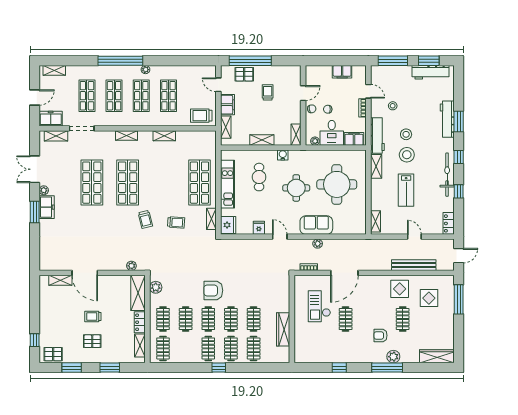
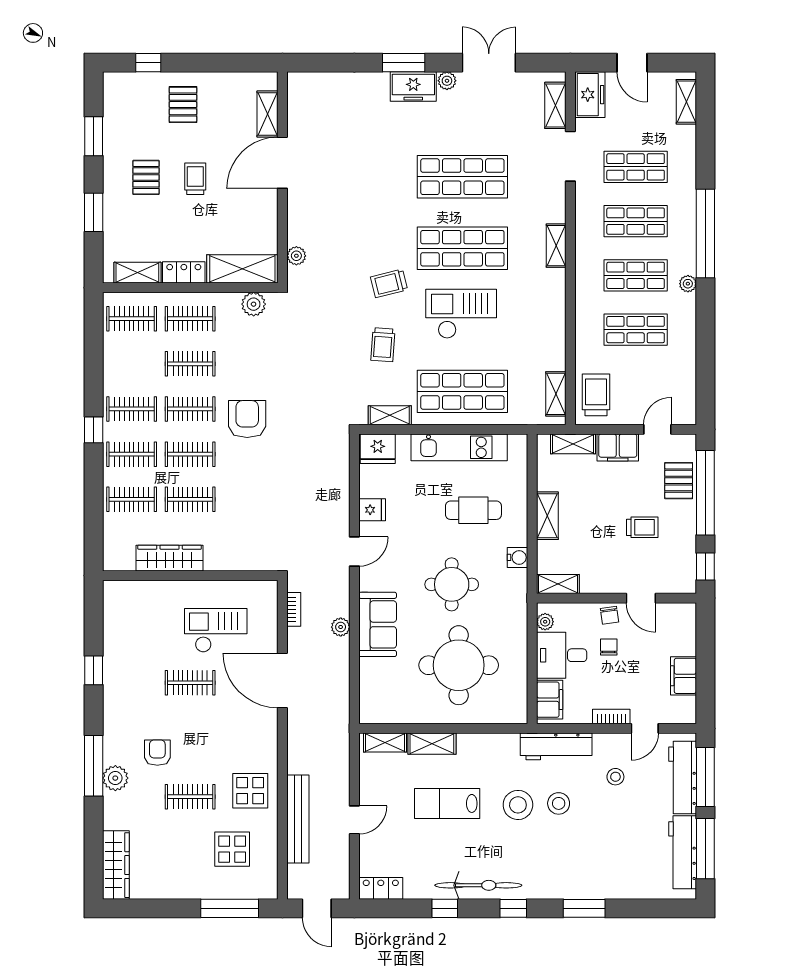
window: (287, 61) -> (705, 567), added
window: (429, 61) -> (705, 849), width x1.44
workbench: (447, 119) -> (683, 777), moved, turned -90
shelving: (164, 136) -> (556, 394), moved
shelving: (376, 166) -> (432, 744), moved
checkout: (161, 183) -> (461, 314), added
pallet: (53, 354) -> (183, 105), moved

